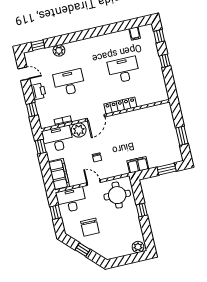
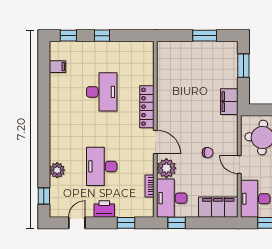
desk: (124, 70) -> (102, 92), turned 180
door: (94, 183) -> (239, 165), hinge flipped

